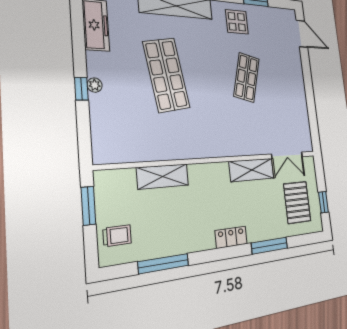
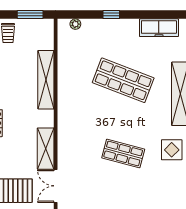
shop shelf: (166, 75) -> (123, 80), turned 30
plant: (95, 85) -> (75, 24), moved
shelving: (163, 176) -> (46, 80), width x1.47

